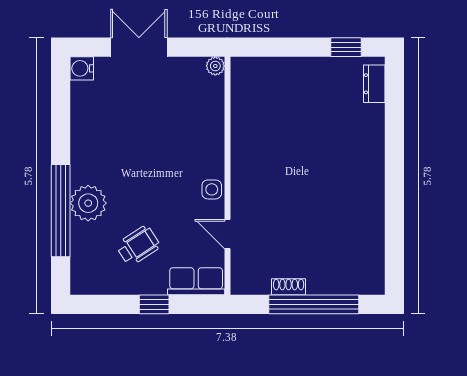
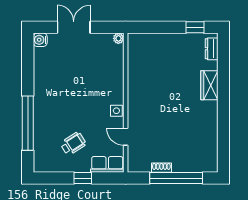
wardrobe: (370, 146) -> (209, 85), added
plant: (88, 203) -> (44, 119), removed

